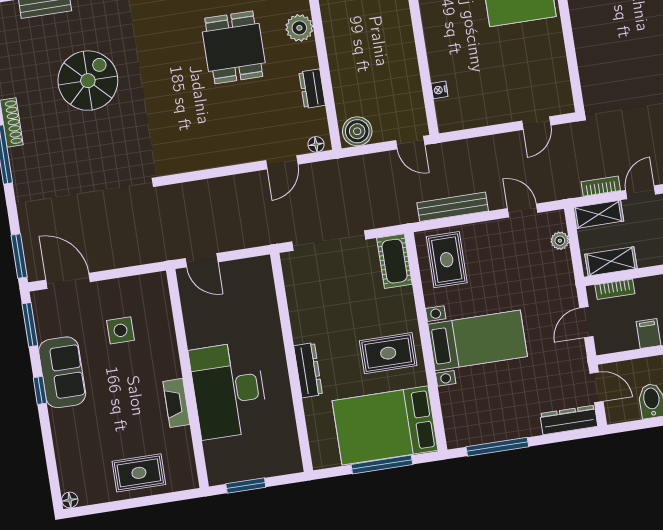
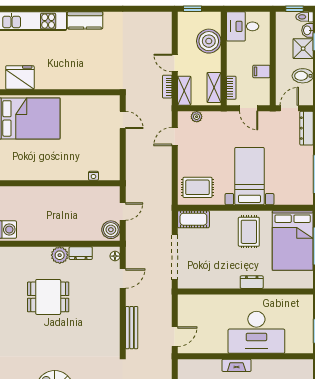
plant: (299, 28) -> (60, 255), moved
door: (410, 143) -> (123, 212), moved
door: (282, 162) -> (123, 279), hinge flipped
bench: (453, 207) -> (132, 328), moved
dresser: (308, 370) -> (252, 282), width x0.70
fireplace: (176, 403) -> (237, 365), moved

